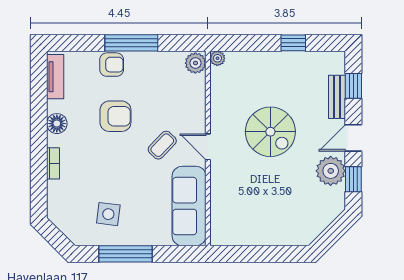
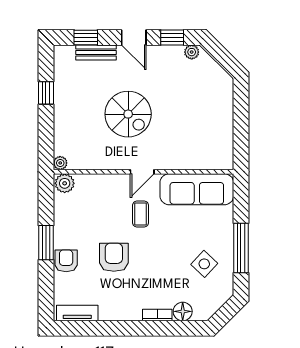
window: (131, 43) -> (46, 243), width x0.69
floor lamp: (57, 124) -> (183, 311), moved
spiral stairs: (270, 132) -> (128, 114), turned 90
coffee table: (162, 145) -> (141, 214), turned 46
plant: (331, 171) -> (192, 52), moved, width x0.53, depth x0.53
side table: (108, 214) -> (204, 264), turned 36

